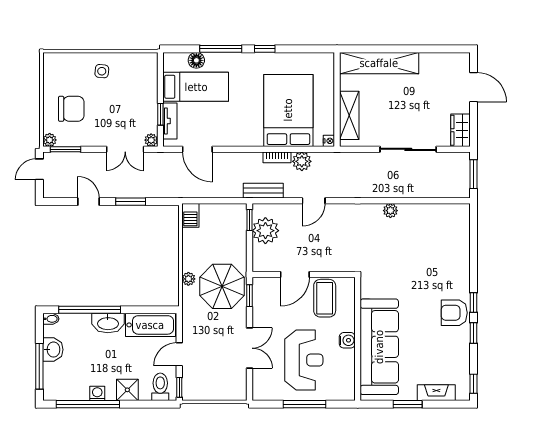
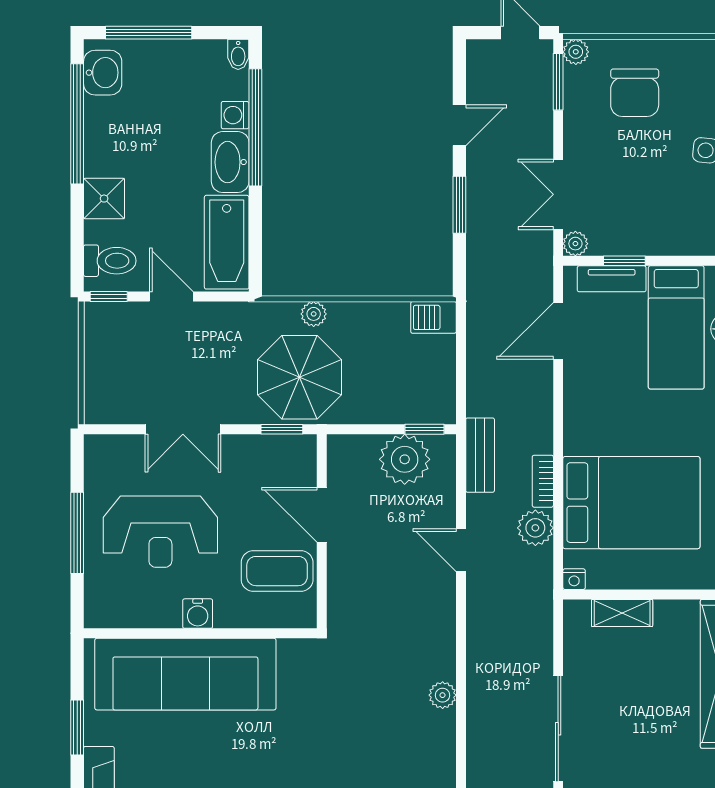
shelving: (349, 115) -> (622, 613), width x0.67, depth x0.75
washbasin: (53, 350) -> (103, 73), moved, turned -90
washing machine: (97, 393) -> (235, 115), moved, turned 180

